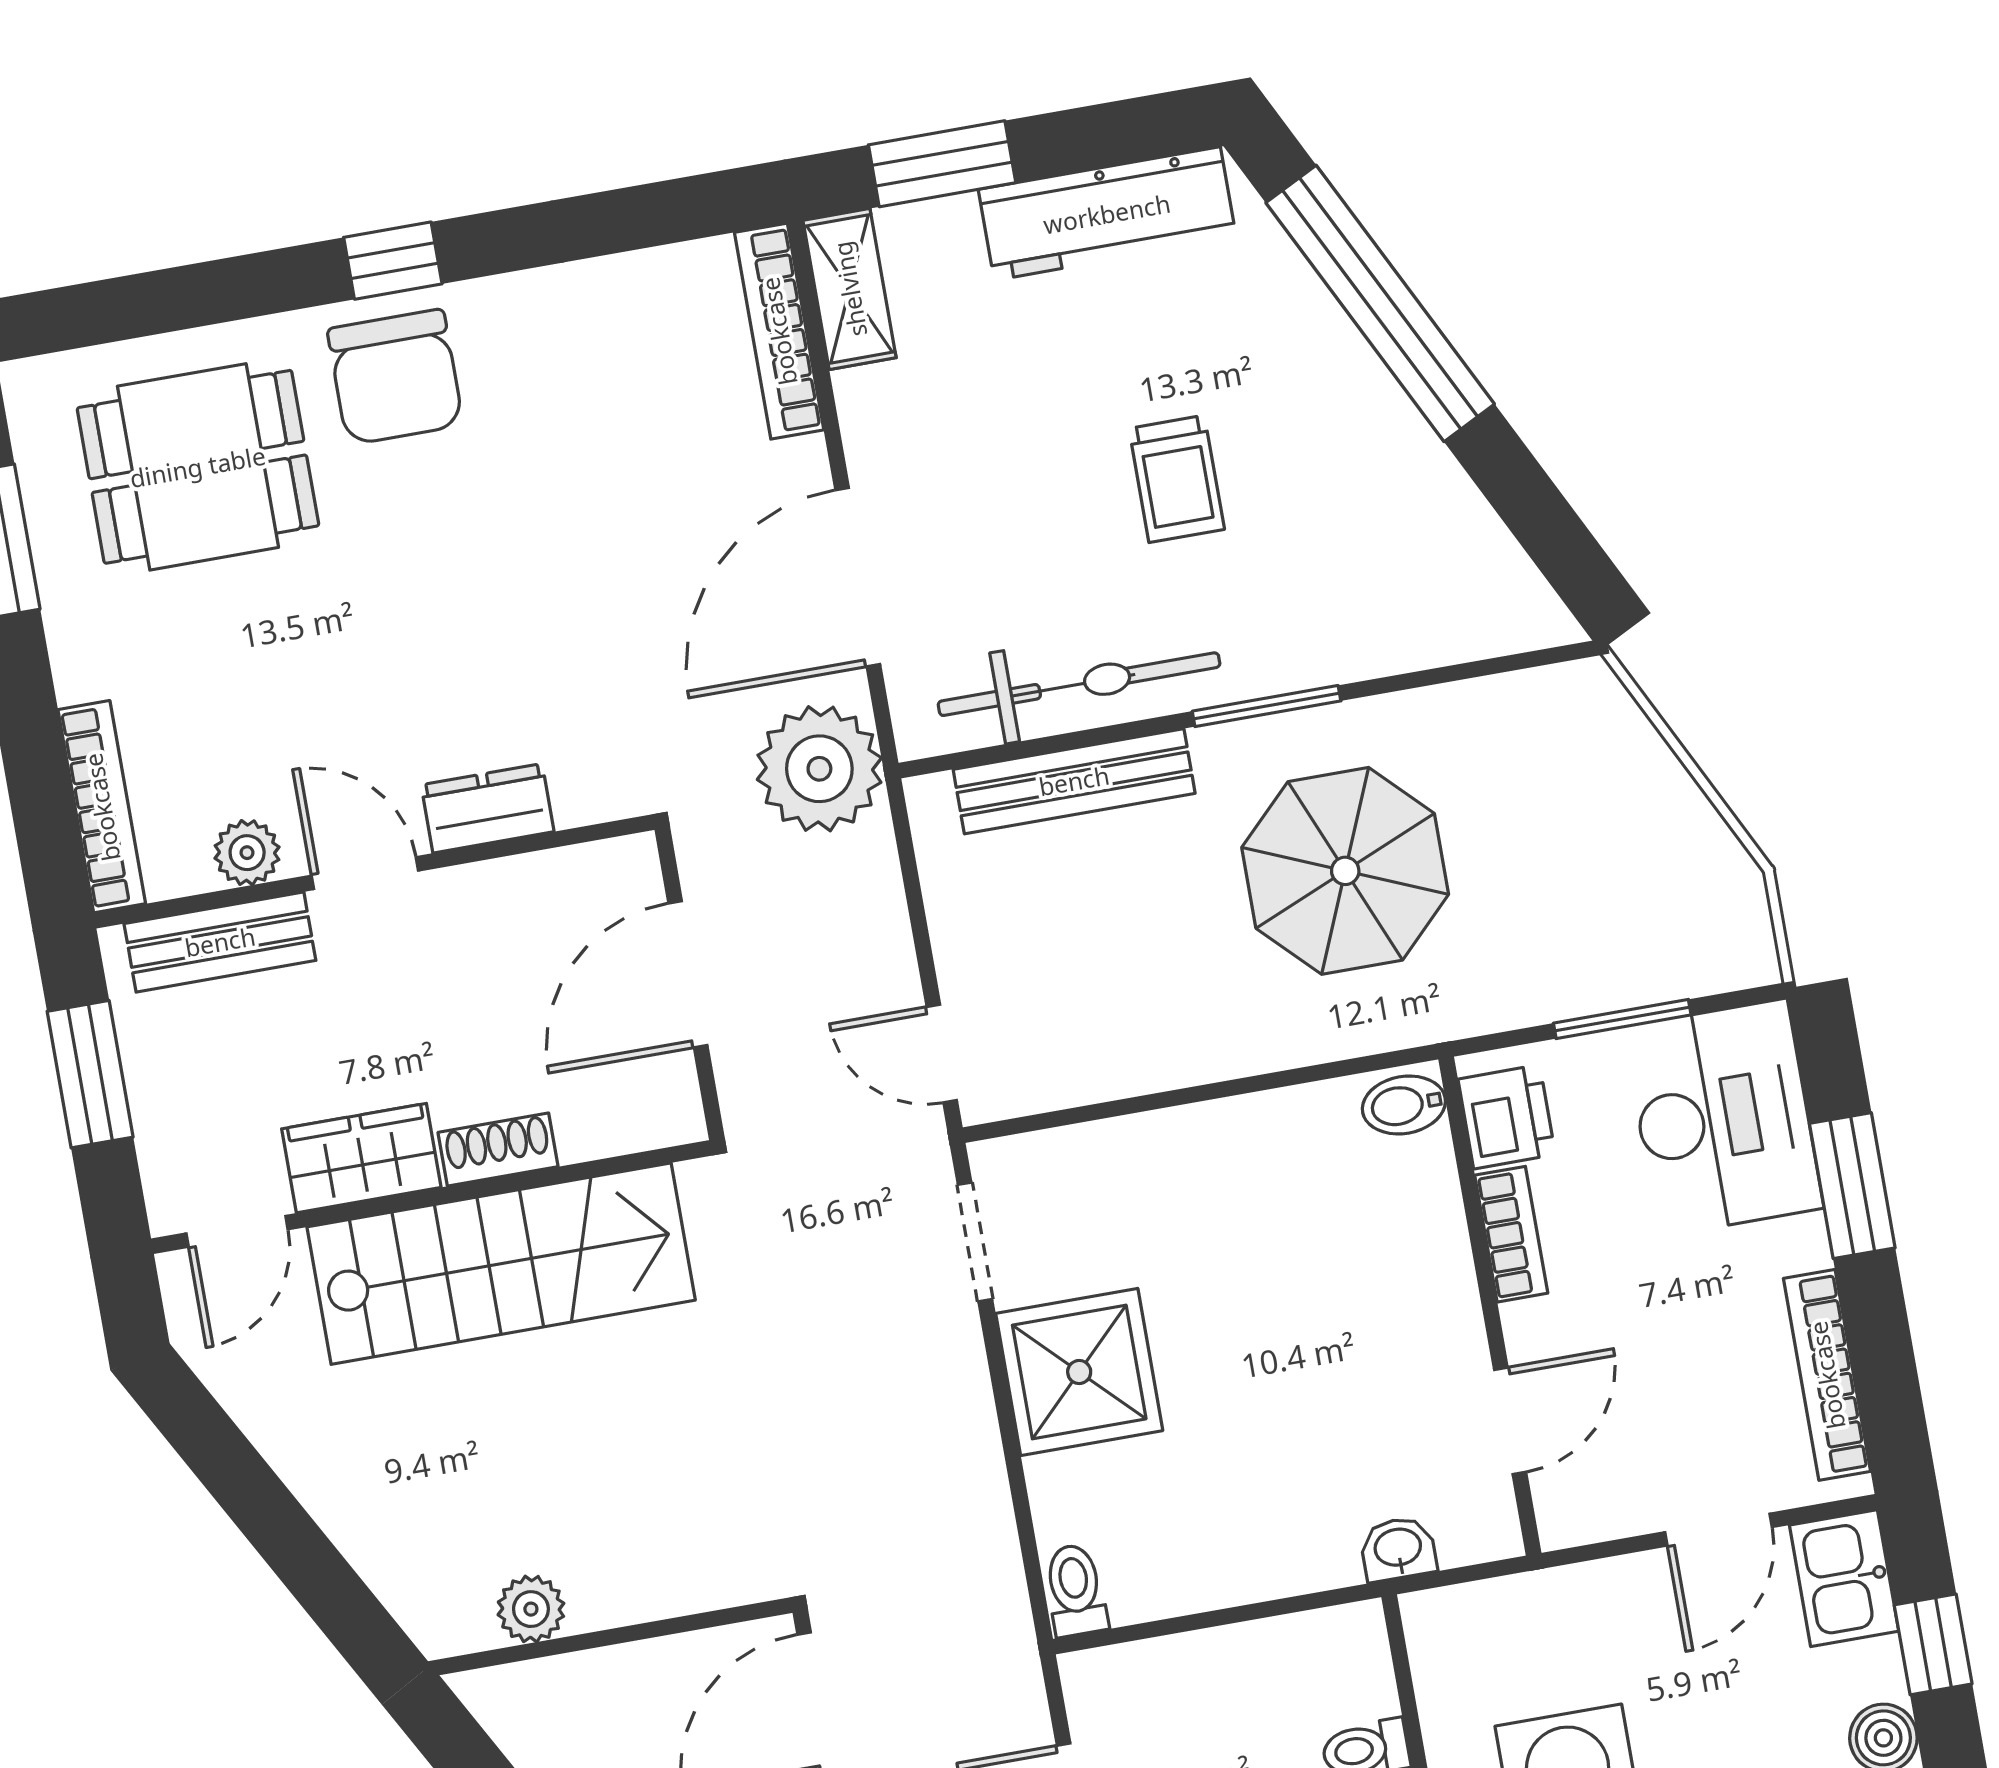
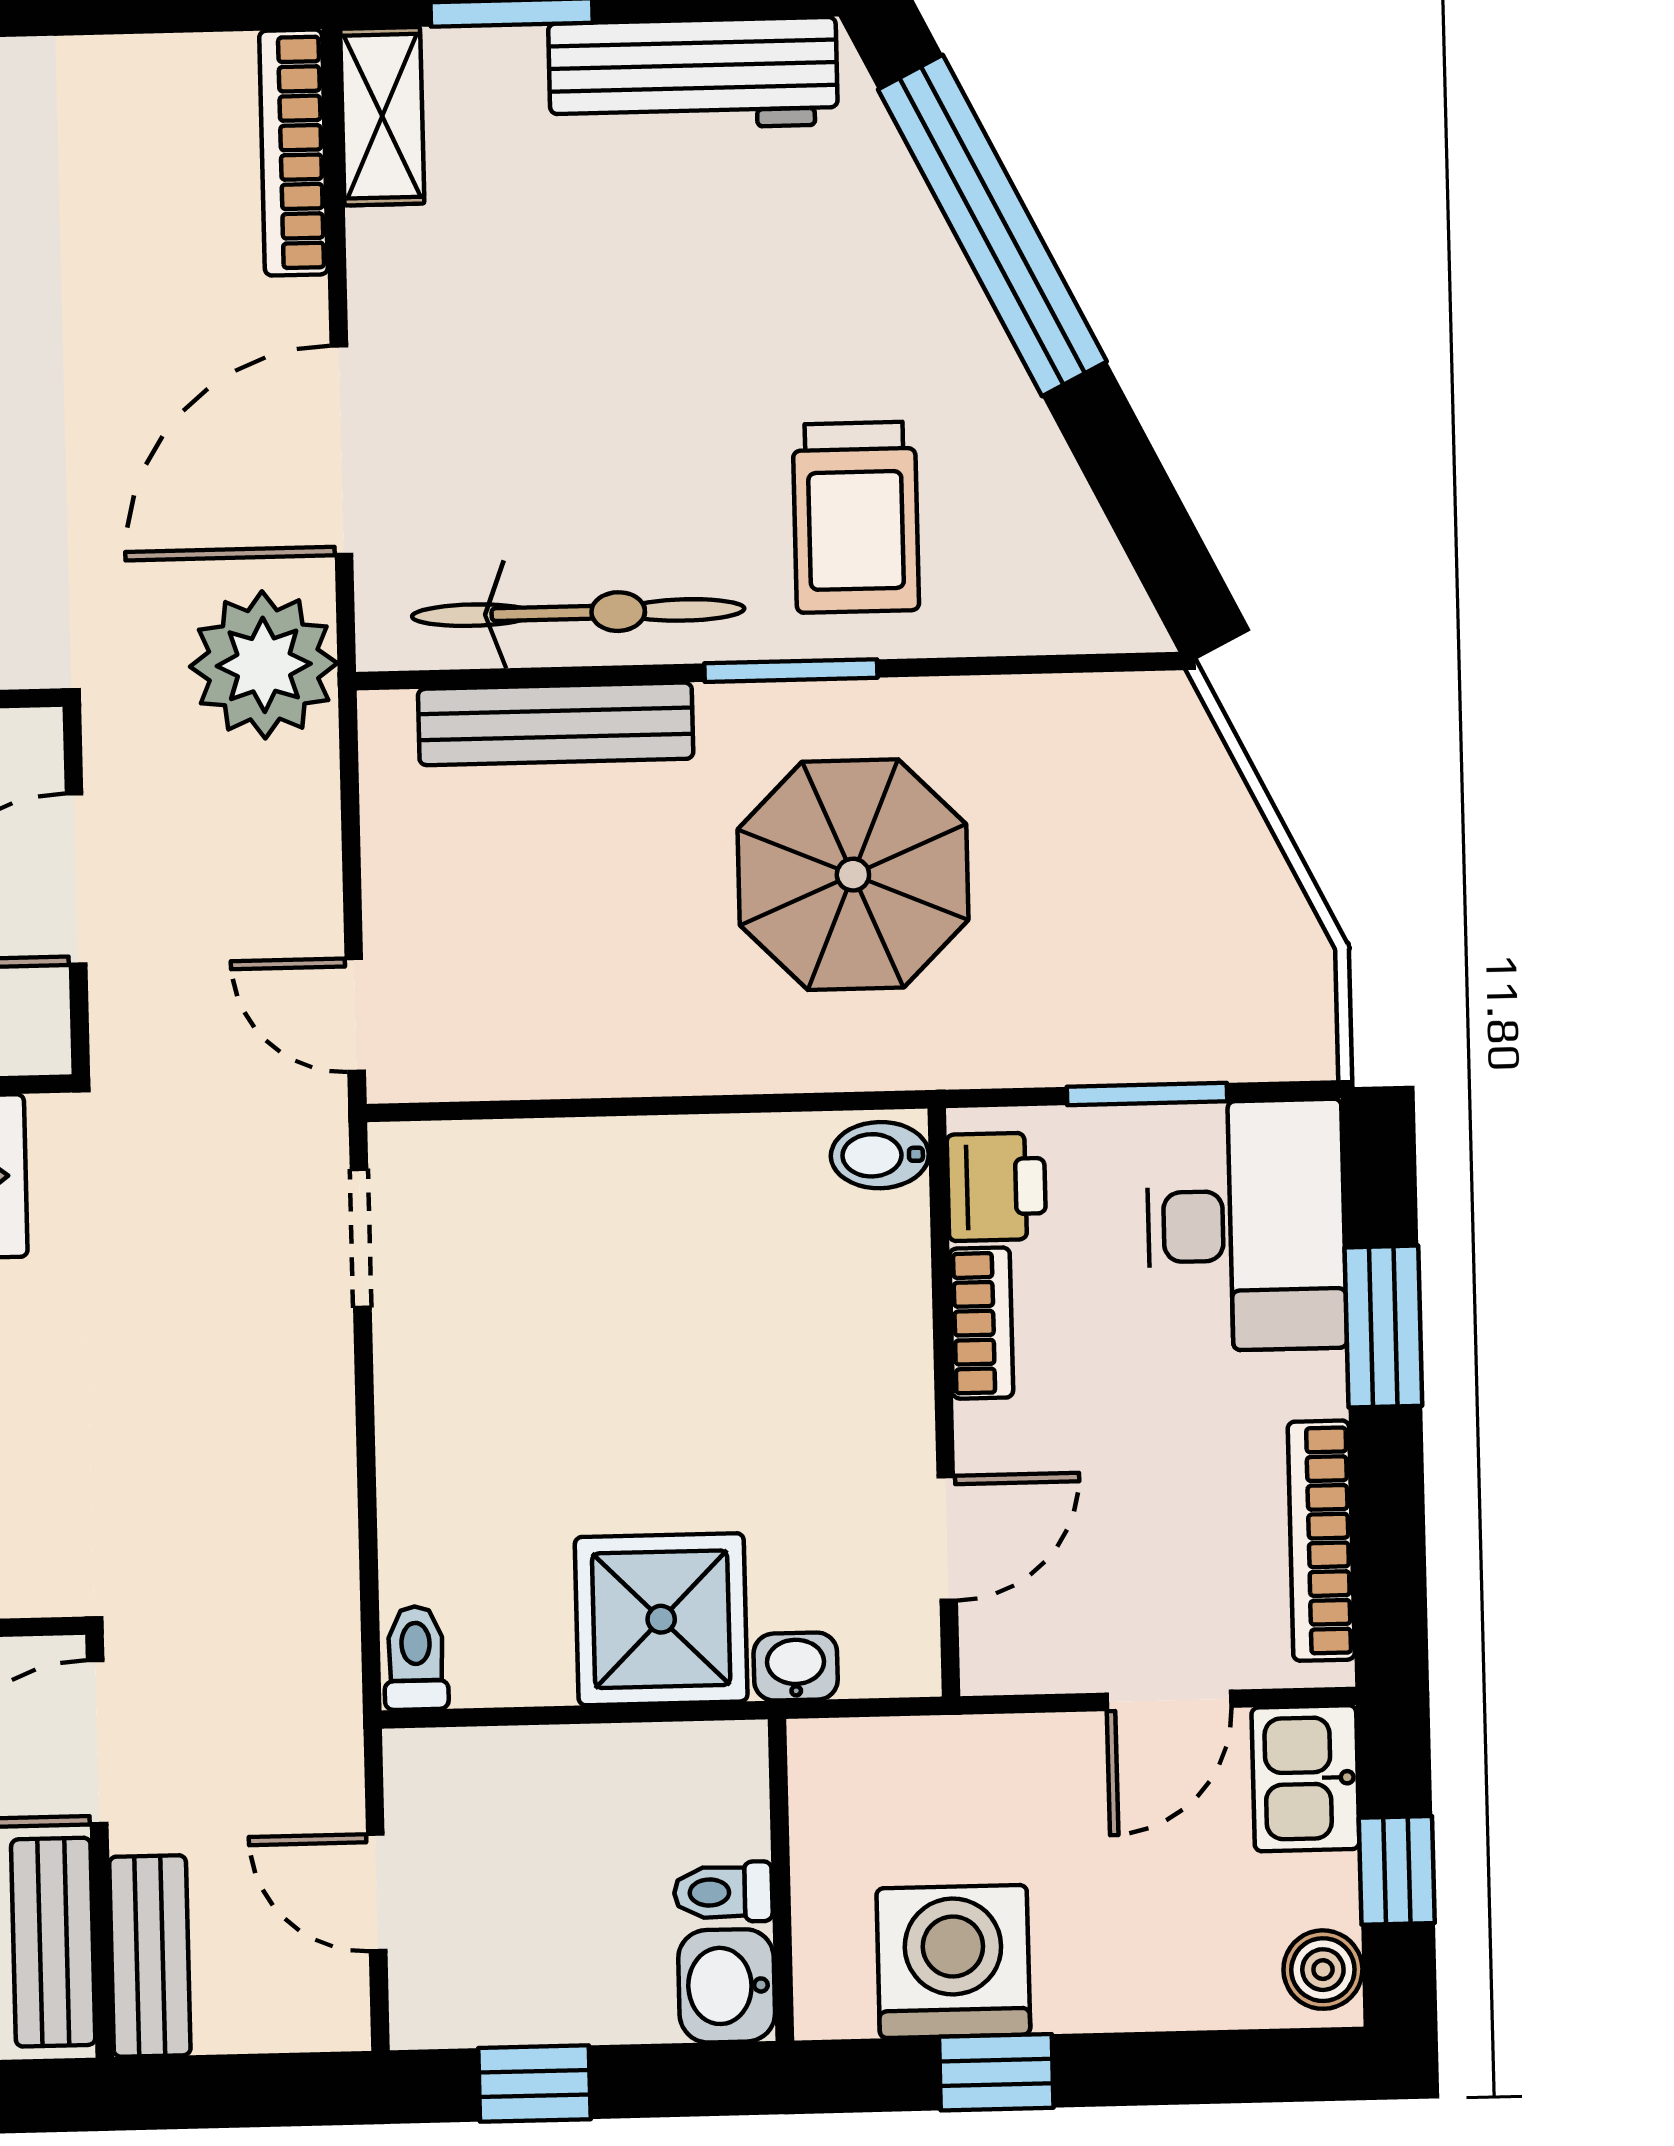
trolley: (1177, 479) -> (856, 517), moved, width x1.36, depth x1.39
shower: (1079, 1372) -> (661, 1619), moved

